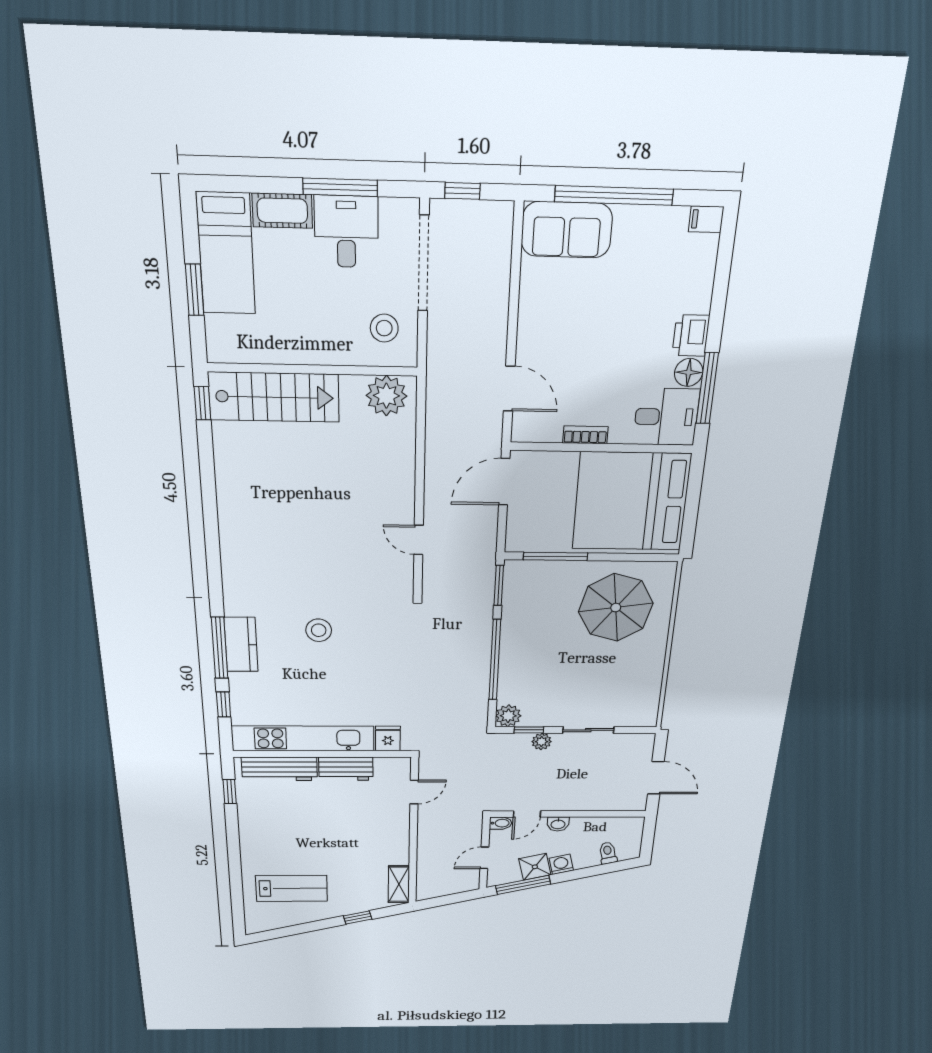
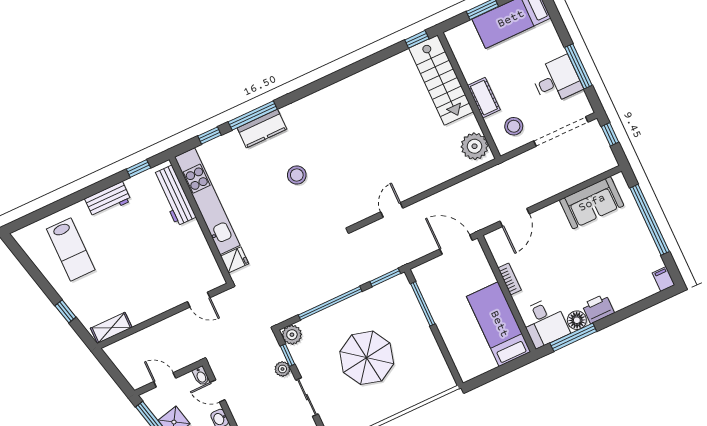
cot: (282, 211) -> (484, 98), moved
sofa: (567, 230) -> (592, 203), moved, turned -90
bed: (631, 501) -> (499, 324), width x0.49
parasol: (616, 608) -> (367, 358), moved
workbench: (346, 769) -> (108, 200), moved, turned -90

